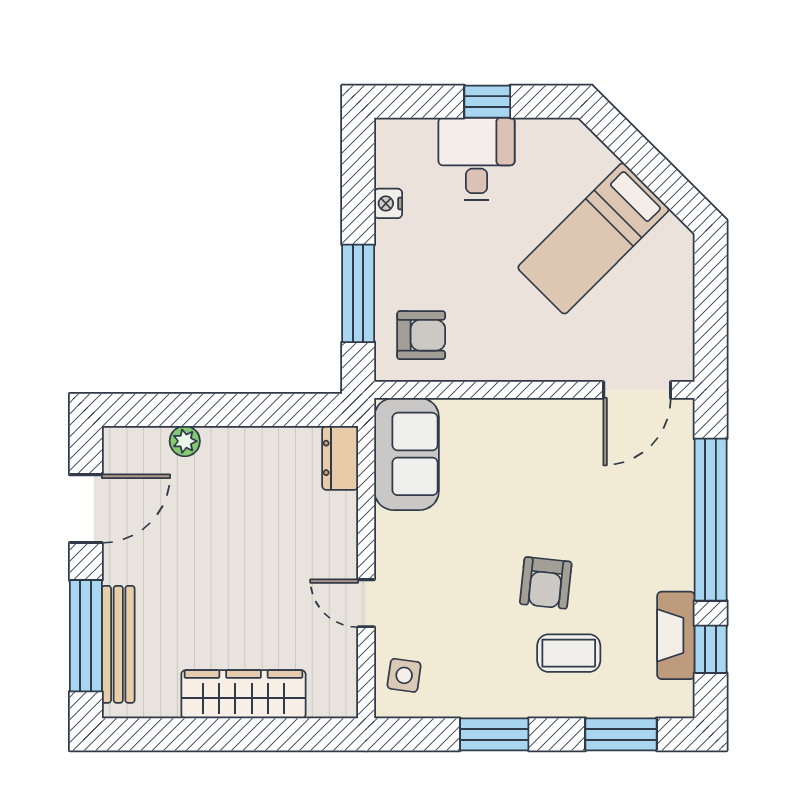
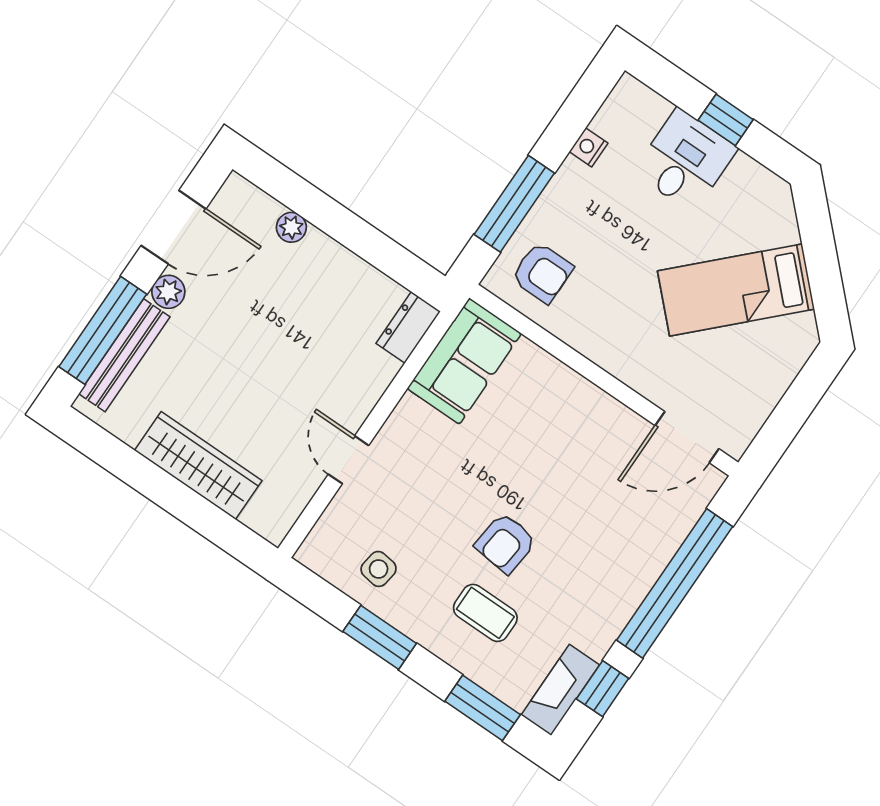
plant: (119, 566) -> (168, 292), added
fireplace: (676, 635) -> (560, 690), moved
side table: (404, 675) -> (379, 569), moved

